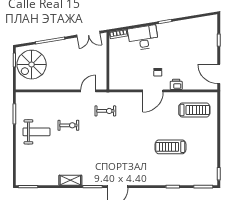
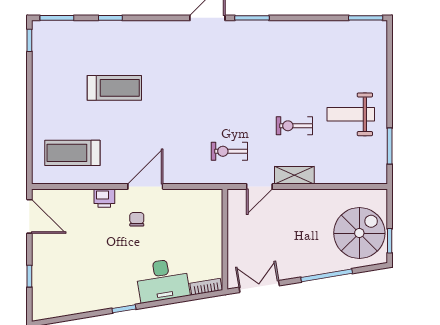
shelving: (70, 180) -> (294, 175), moved

